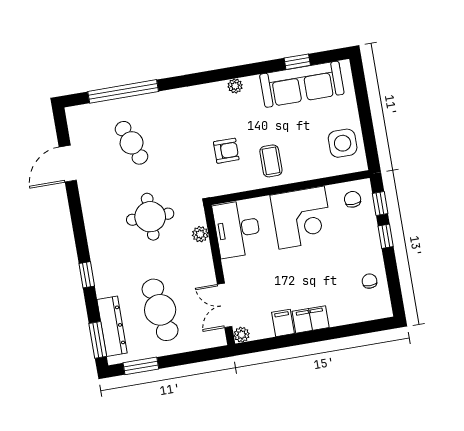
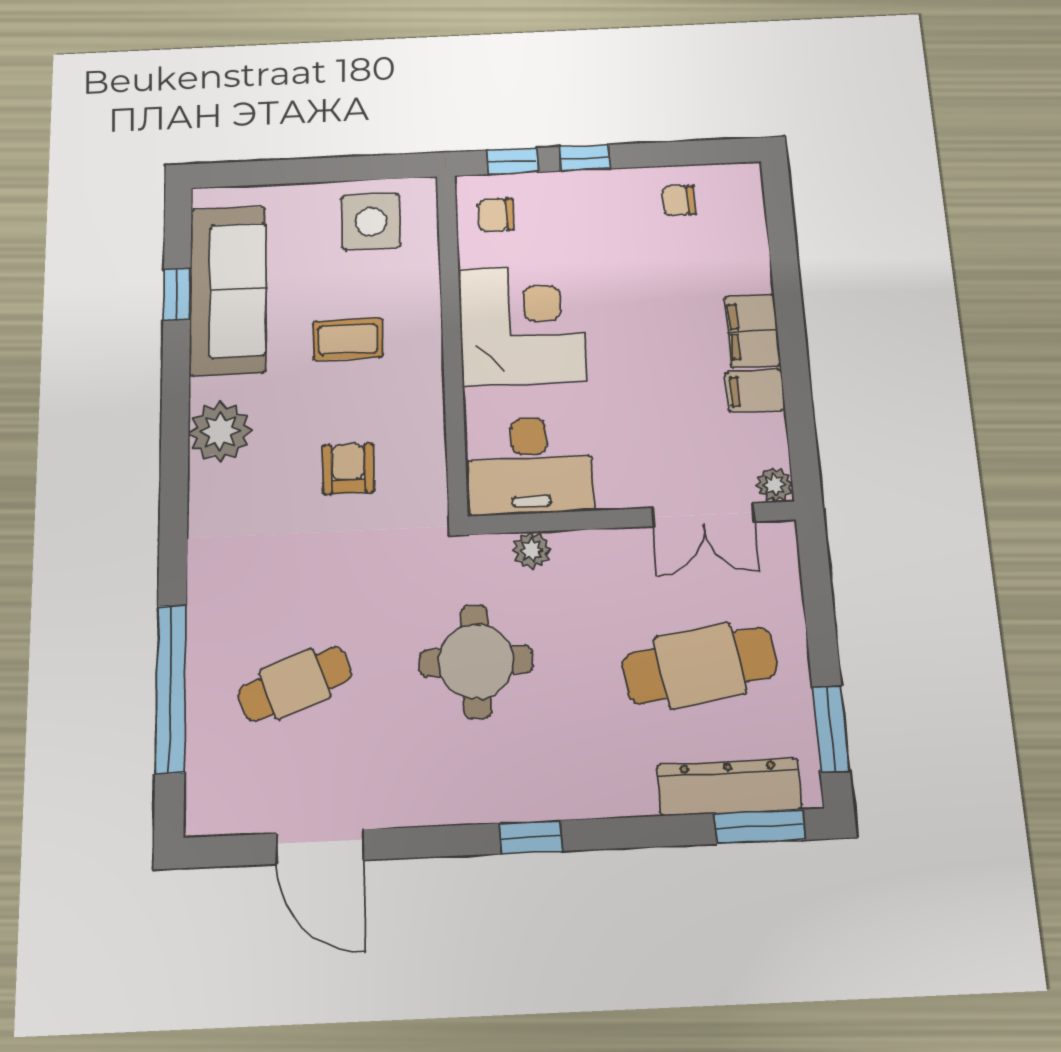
plant: (235, 86) -> (220, 431), width x1.87, depth x1.87
coffee table: (271, 161) -> (348, 339), moved
window: (87, 275) -> (531, 837), moved

